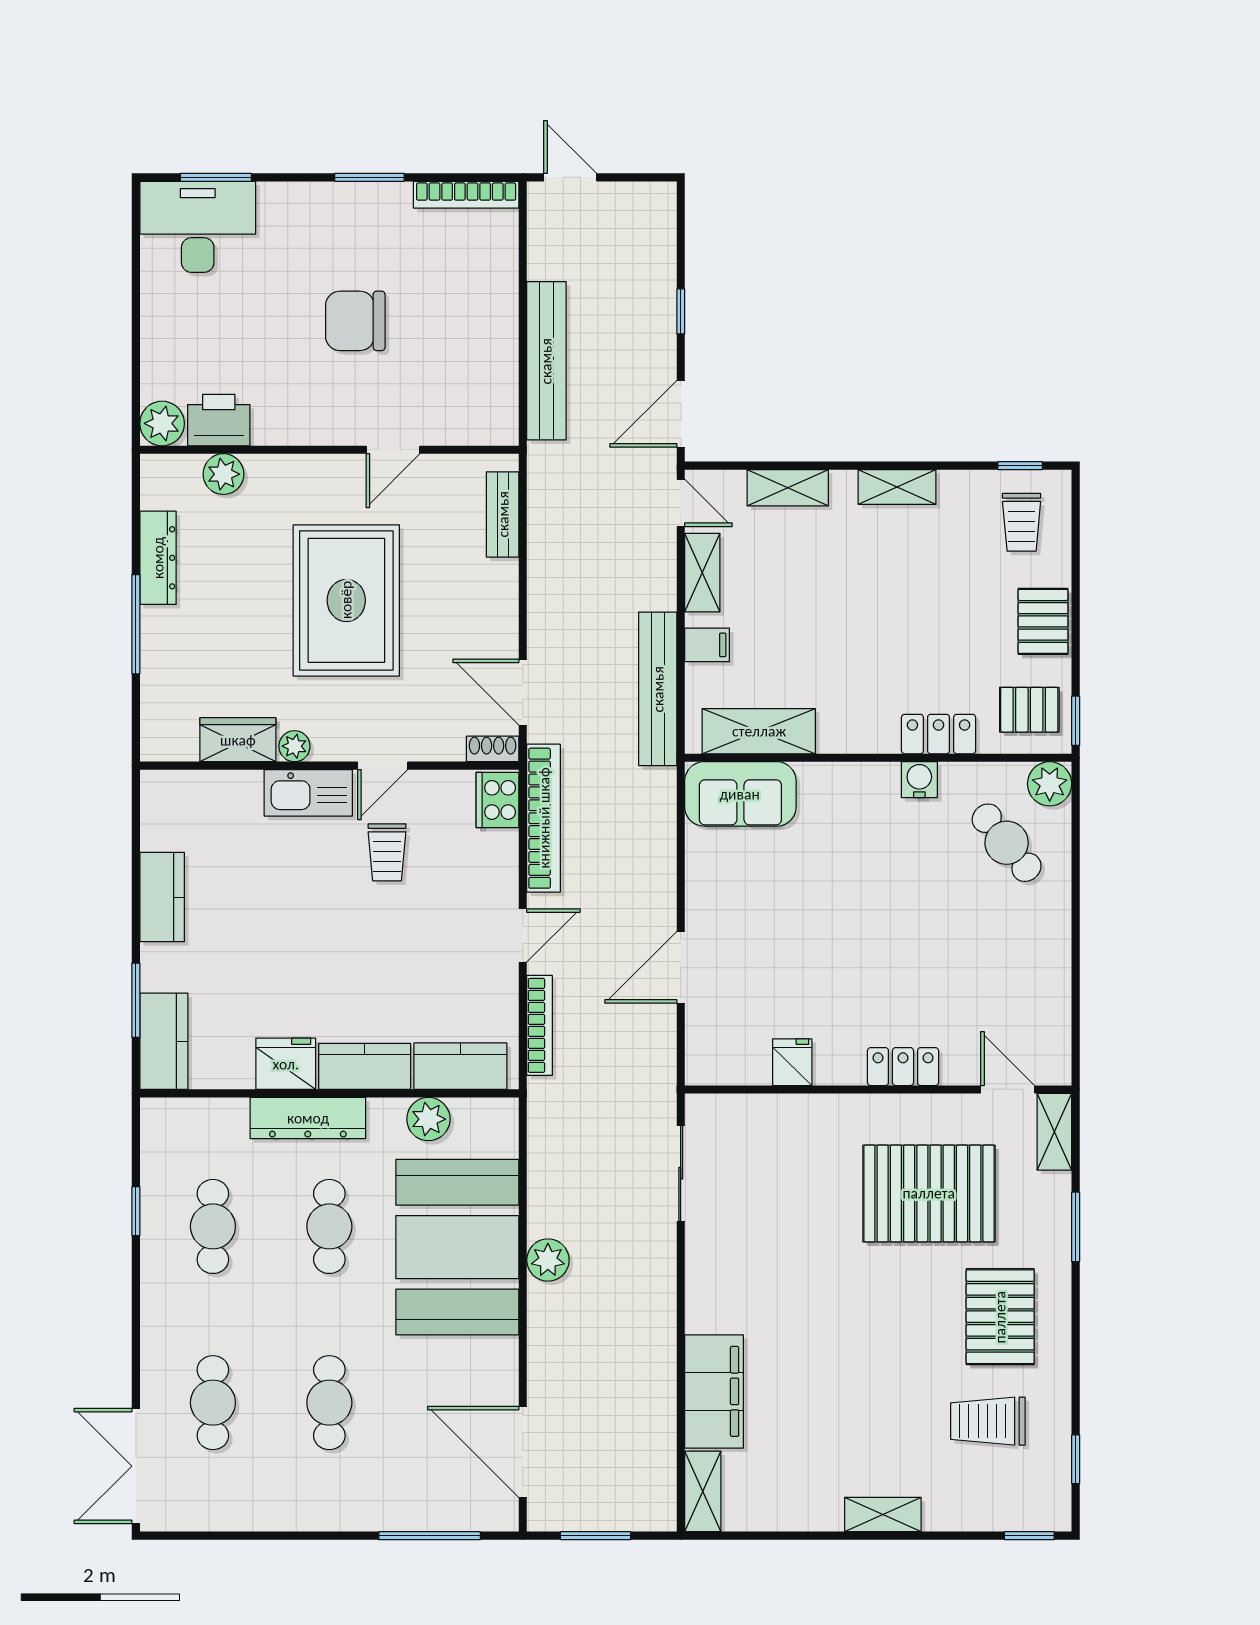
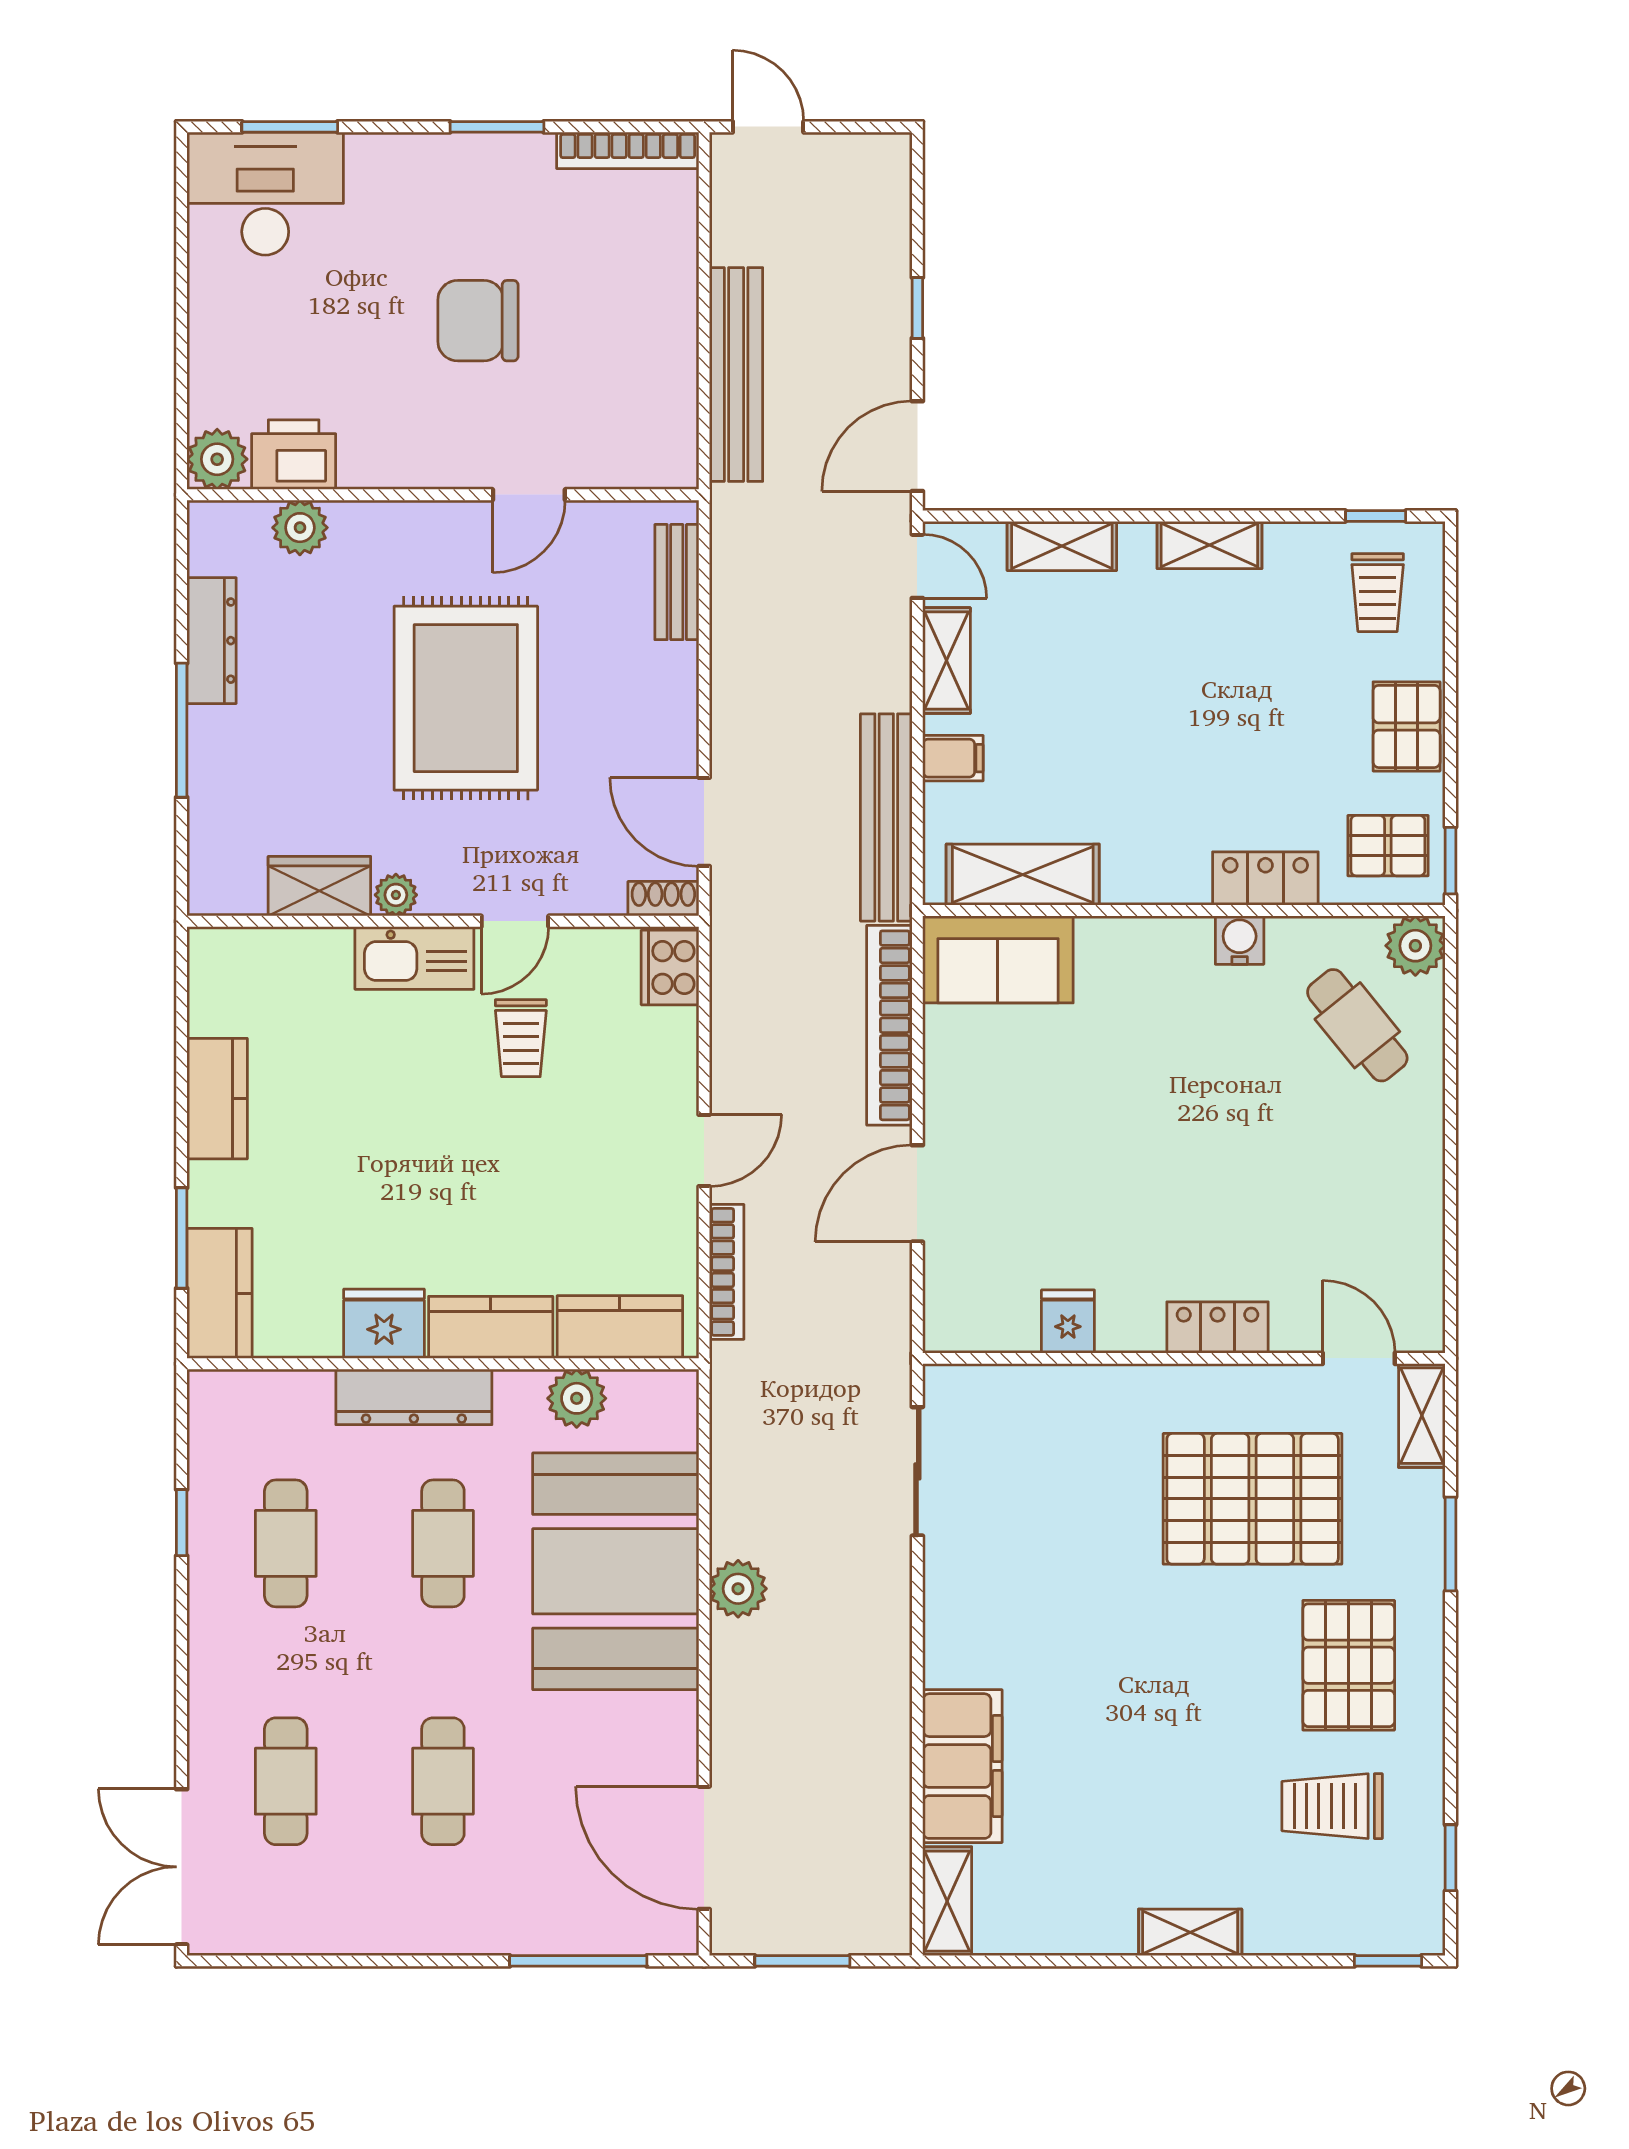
bookcase: (544, 818) -> (889, 1025), moved, turned 180

